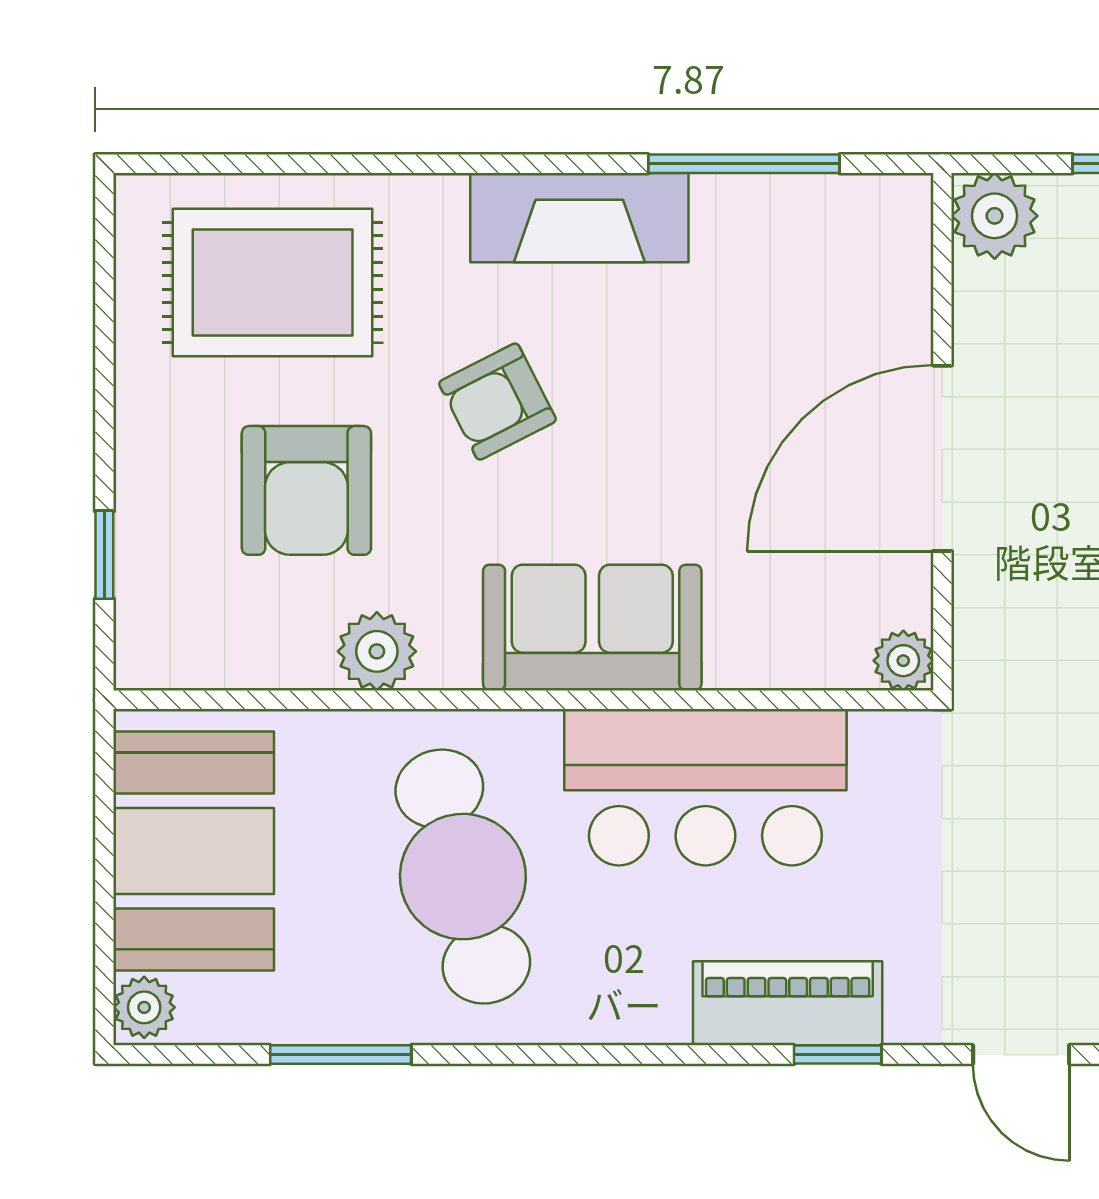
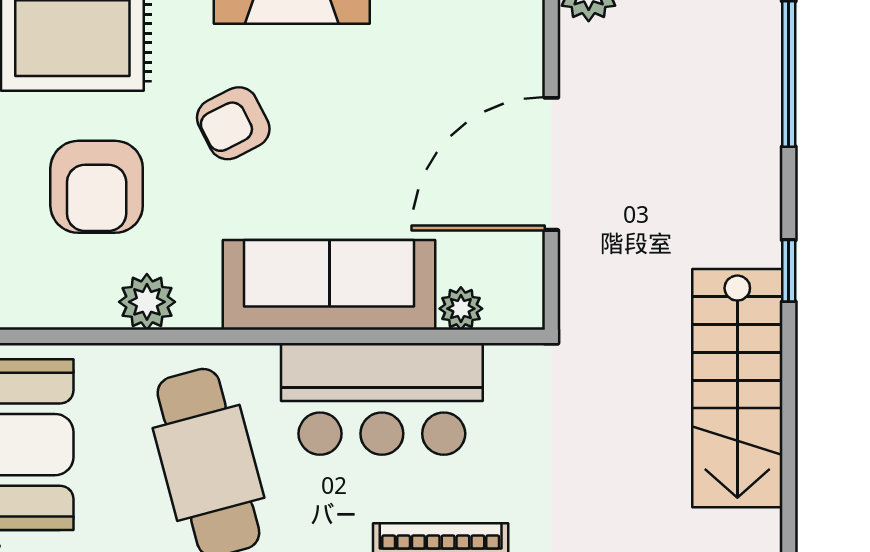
sofa: (592, 628) -> (329, 285), width x1.36
plant: (903, 661) -> (461, 309), moved

